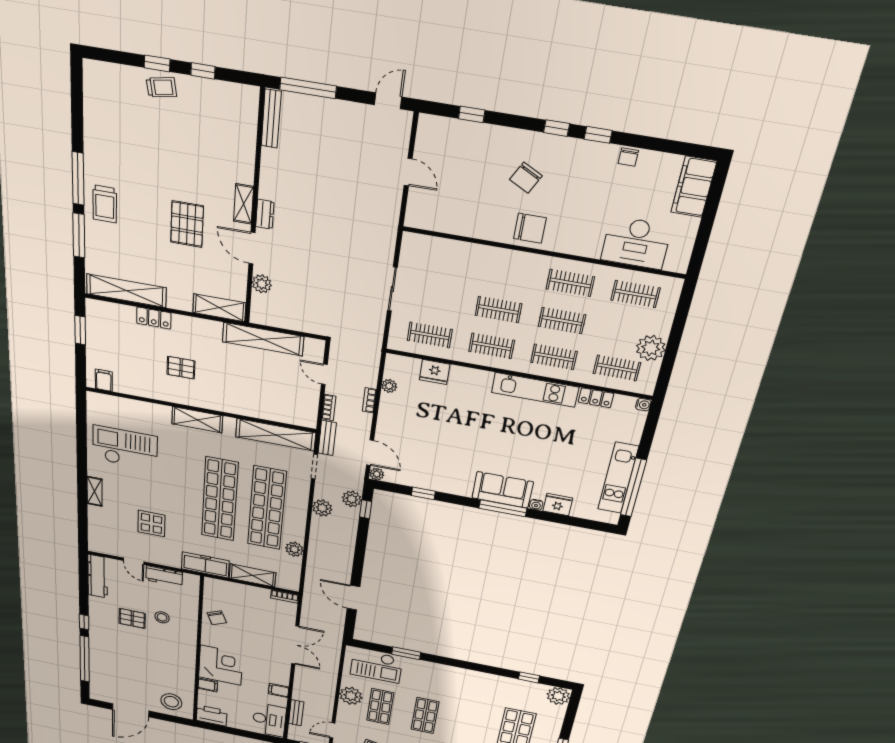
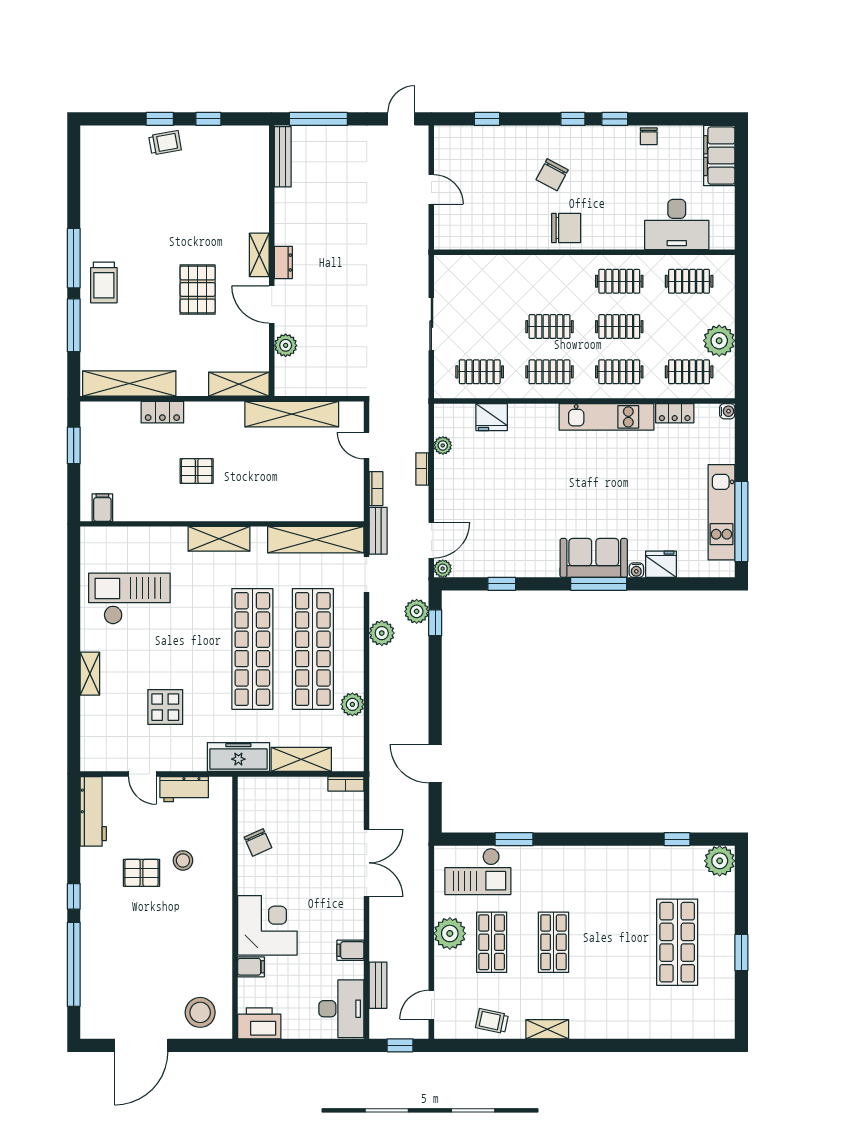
door: (370, 453) -> (431, 540), hinge flipped

